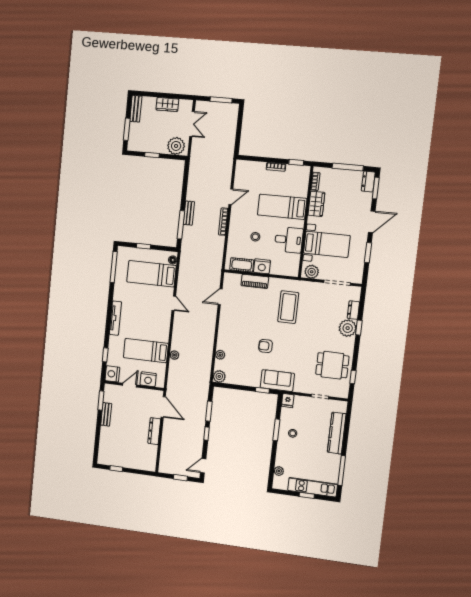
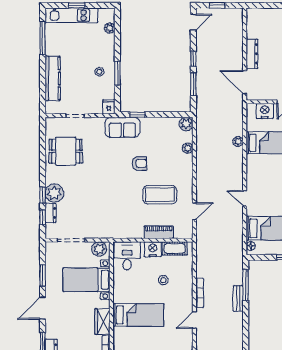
desk: (289, 240) -> (127, 256), moved, turned 90
coffee table: (288, 307) -> (160, 195), moved, turned 90
window: (353, 377) -> (43, 217), moved

